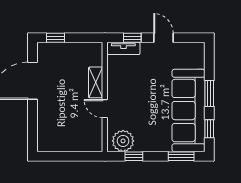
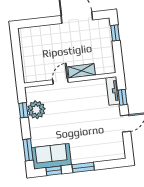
sofa: (188, 111) -> (51, 156), width x0.54, depth x0.79
plant: (123, 141) -> (36, 110), moved

